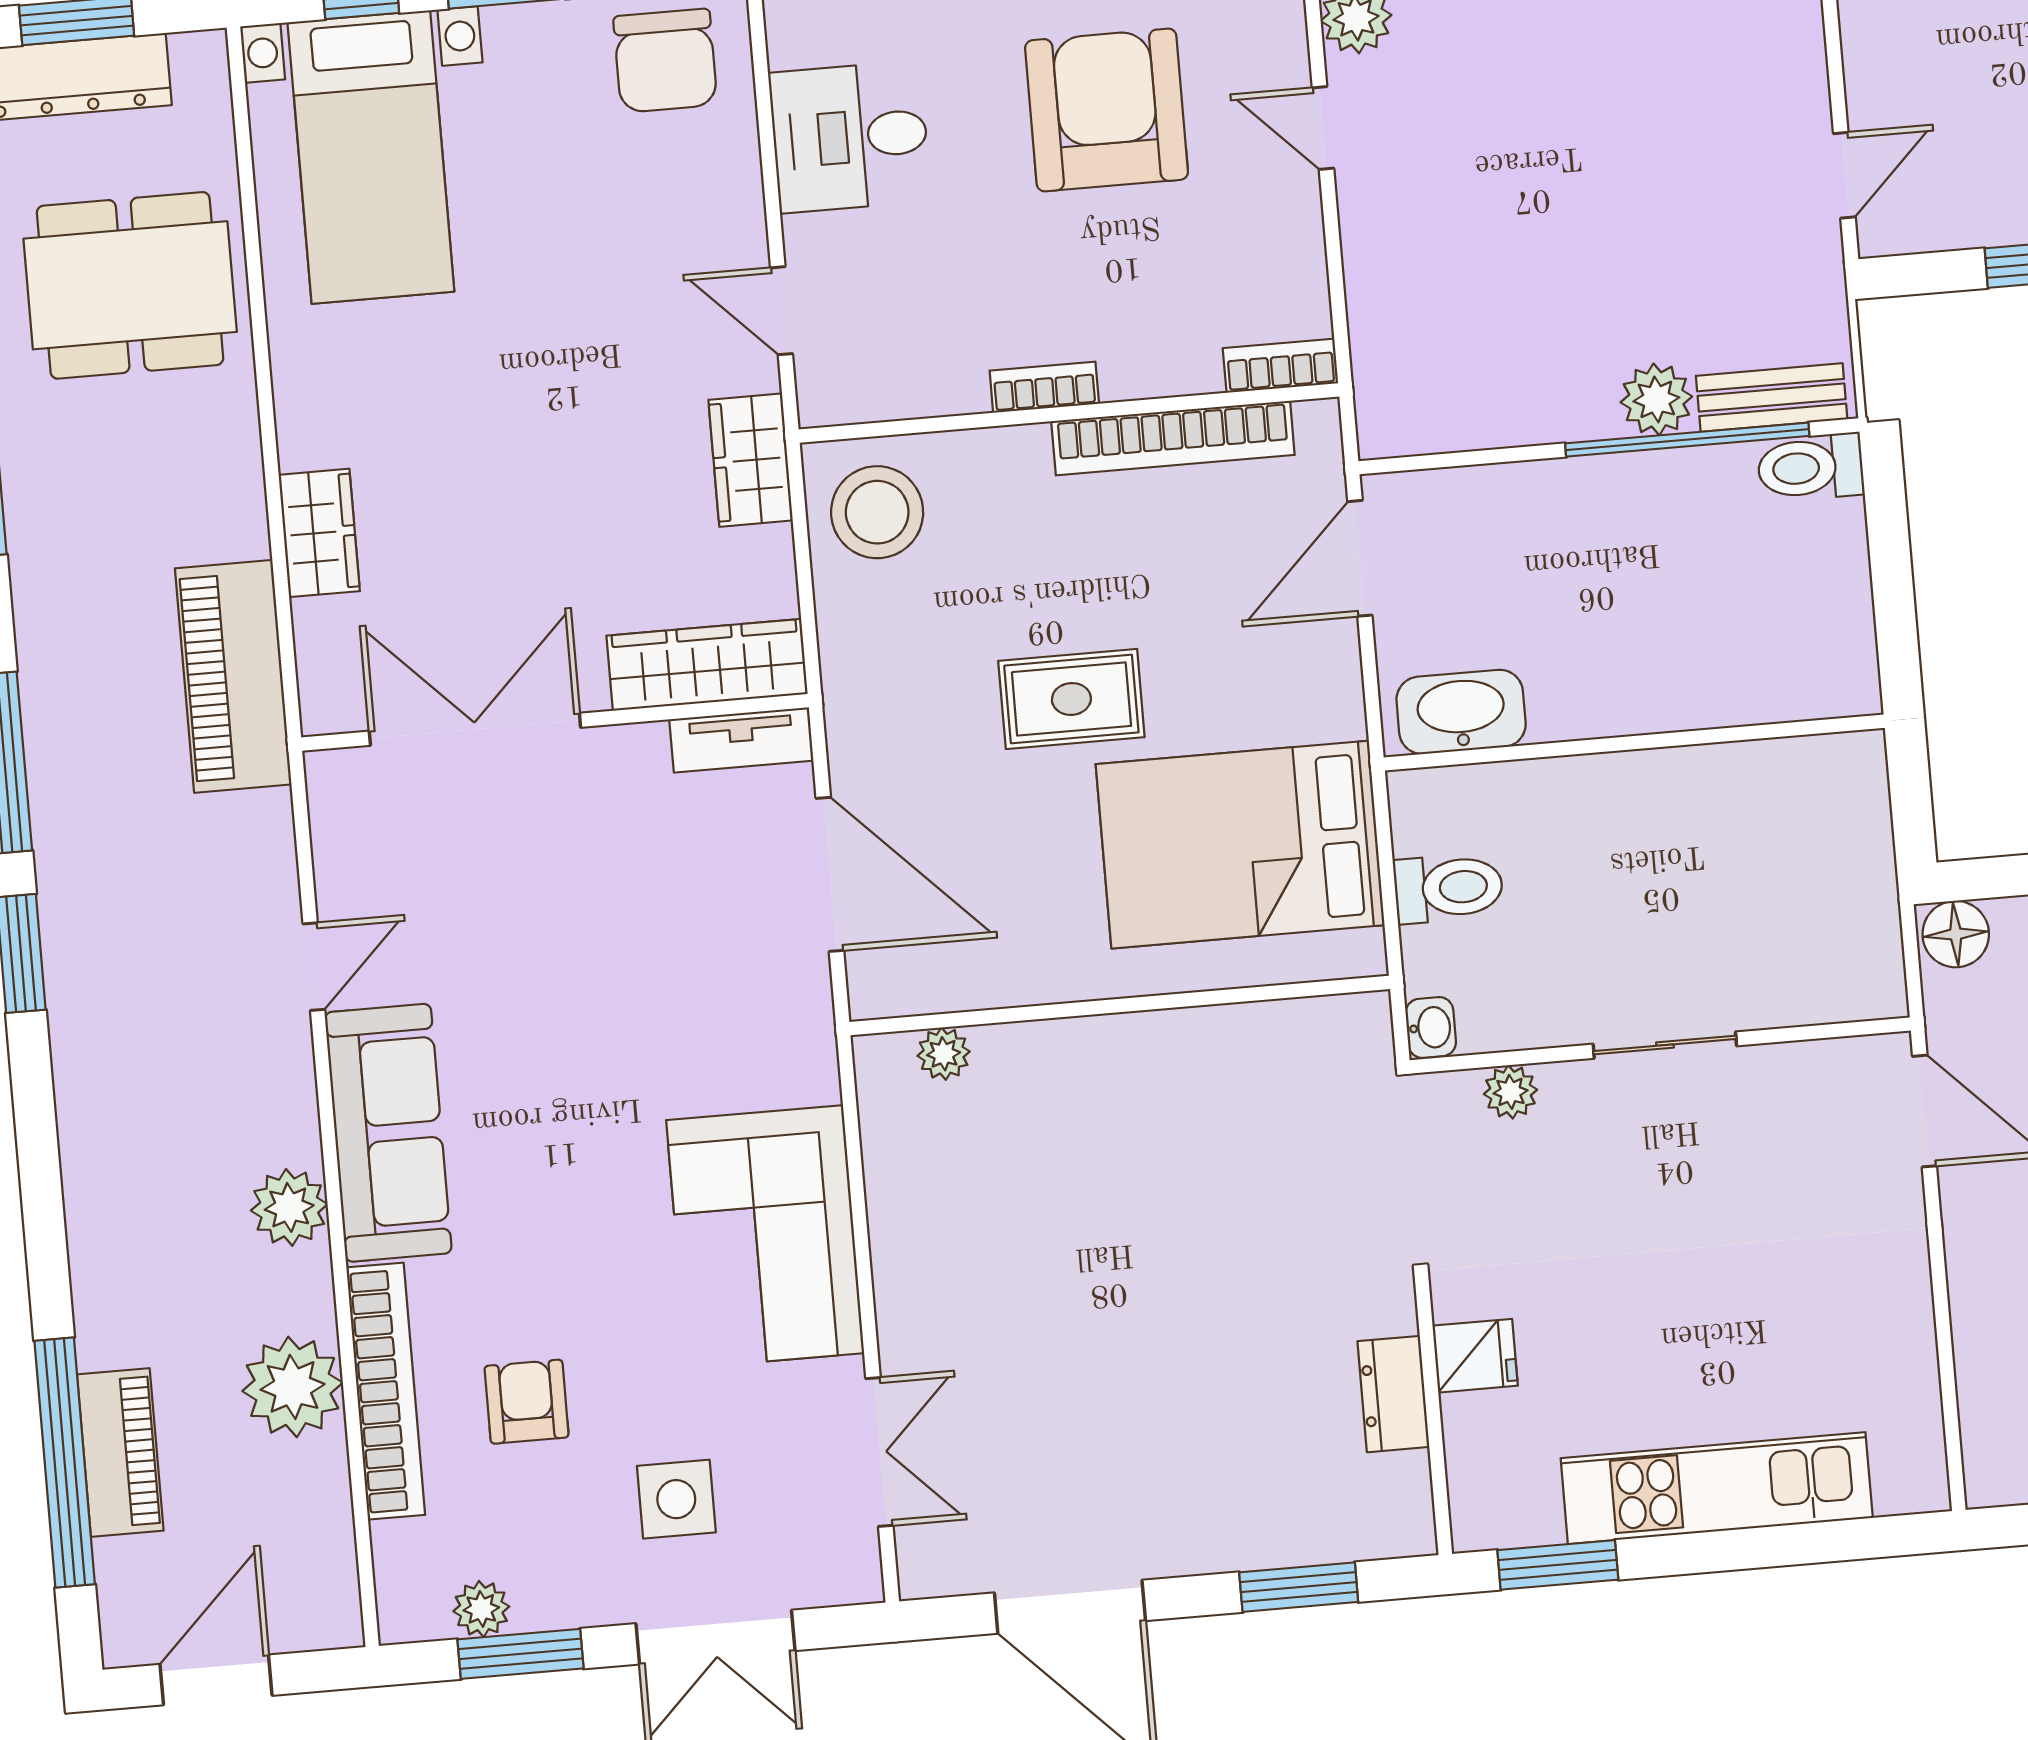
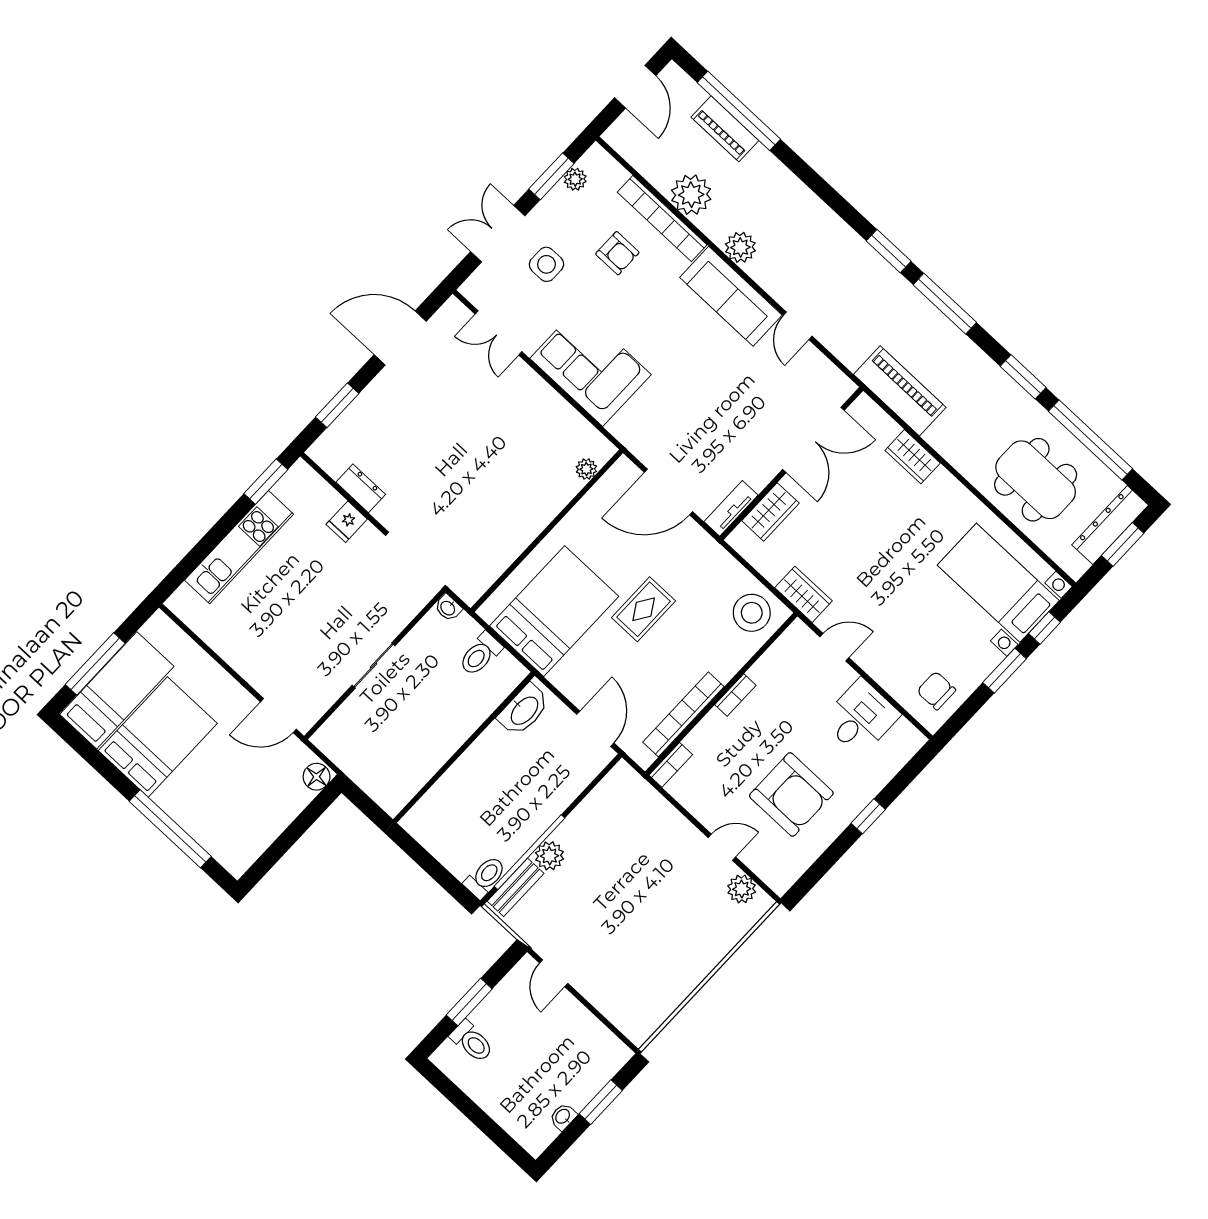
chair: (665, 61) -> (936, 691), width x0.73, depth x0.73
dining table: (130, 285) -> (1036, 480), turned 90
wardrobe: (707, 665) -> (770, 512), width x0.67
plant: (1510, 1092) -> (407, 610), removed

